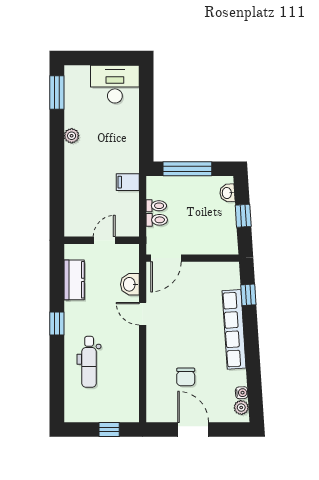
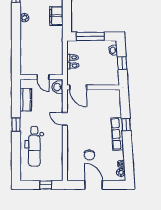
filing cabinet: (128, 182) -> (56, 16), moved, width x2.00
door: (104, 240) -> (43, 77), swing flipped
door: (166, 258) -> (78, 87), hinge flipped
washbasin: (130, 284) -> (58, 87), moved
window: (248, 295) -> (126, 125), moved
row of seats: (234, 329) -> (117, 134), width x0.73
dental chair: (89, 362) -> (34, 146), width x1.36, depth x1.38

